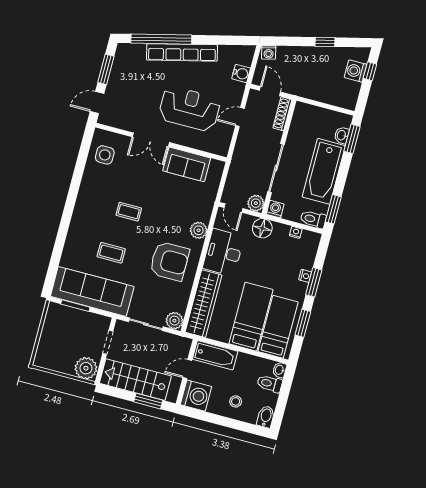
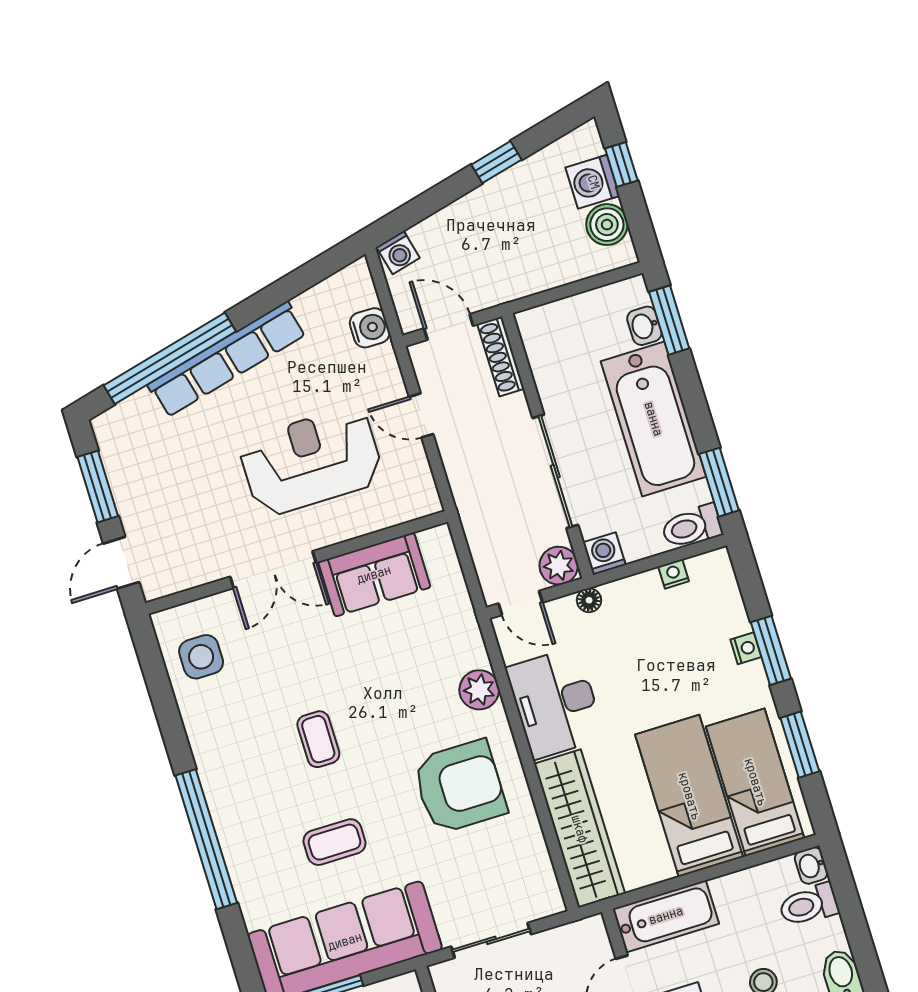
boiler: (351, 90) -> (607, 225), added
door: (240, 117) -> (421, 415), hinge flipped
coffee table: (129, 212) -> (318, 739), turned 90
window: (65, 223) -> (206, 839), added
floor lamp: (262, 228) -> (589, 600), width x0.53, depth x0.53
plant: (174, 321) -> (543, 898), removed

